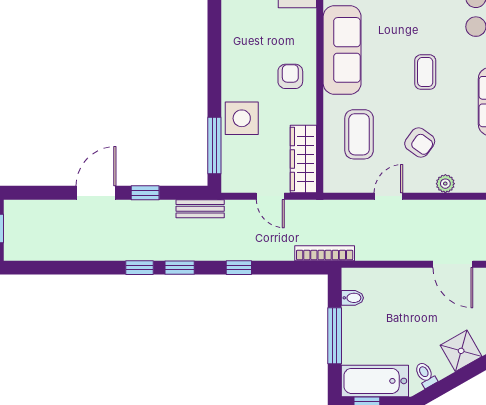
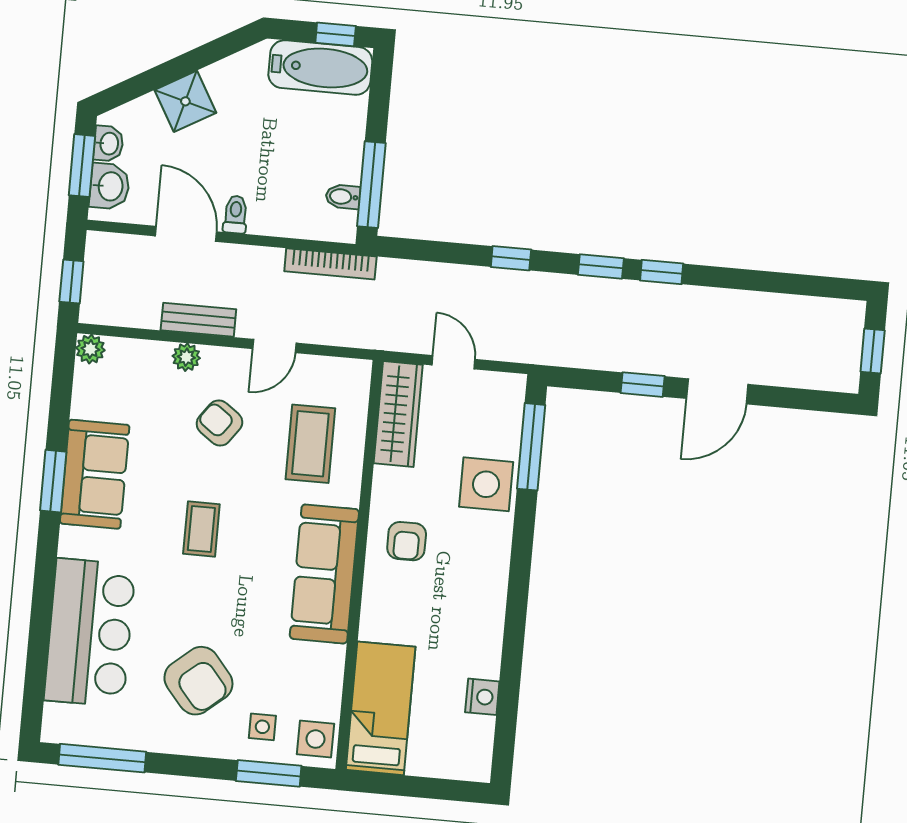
bench: (200, 209) -> (198, 320), moved
bookcase: (325, 253) -> (330, 264), moved
window: (335, 336) -> (371, 185), moved
toilet: (426, 375) -> (235, 214), moved, turned -150

